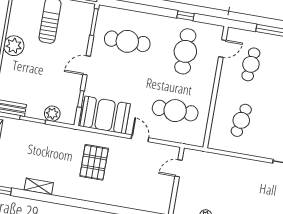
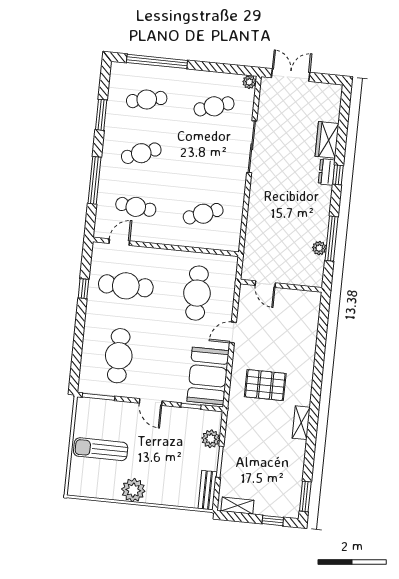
door: (222, 49) -> (119, 242), hinge flipped
cafe table: (241, 120) -> (203, 214), turned -33
shelving: (39, 186) -> (301, 423), moved

